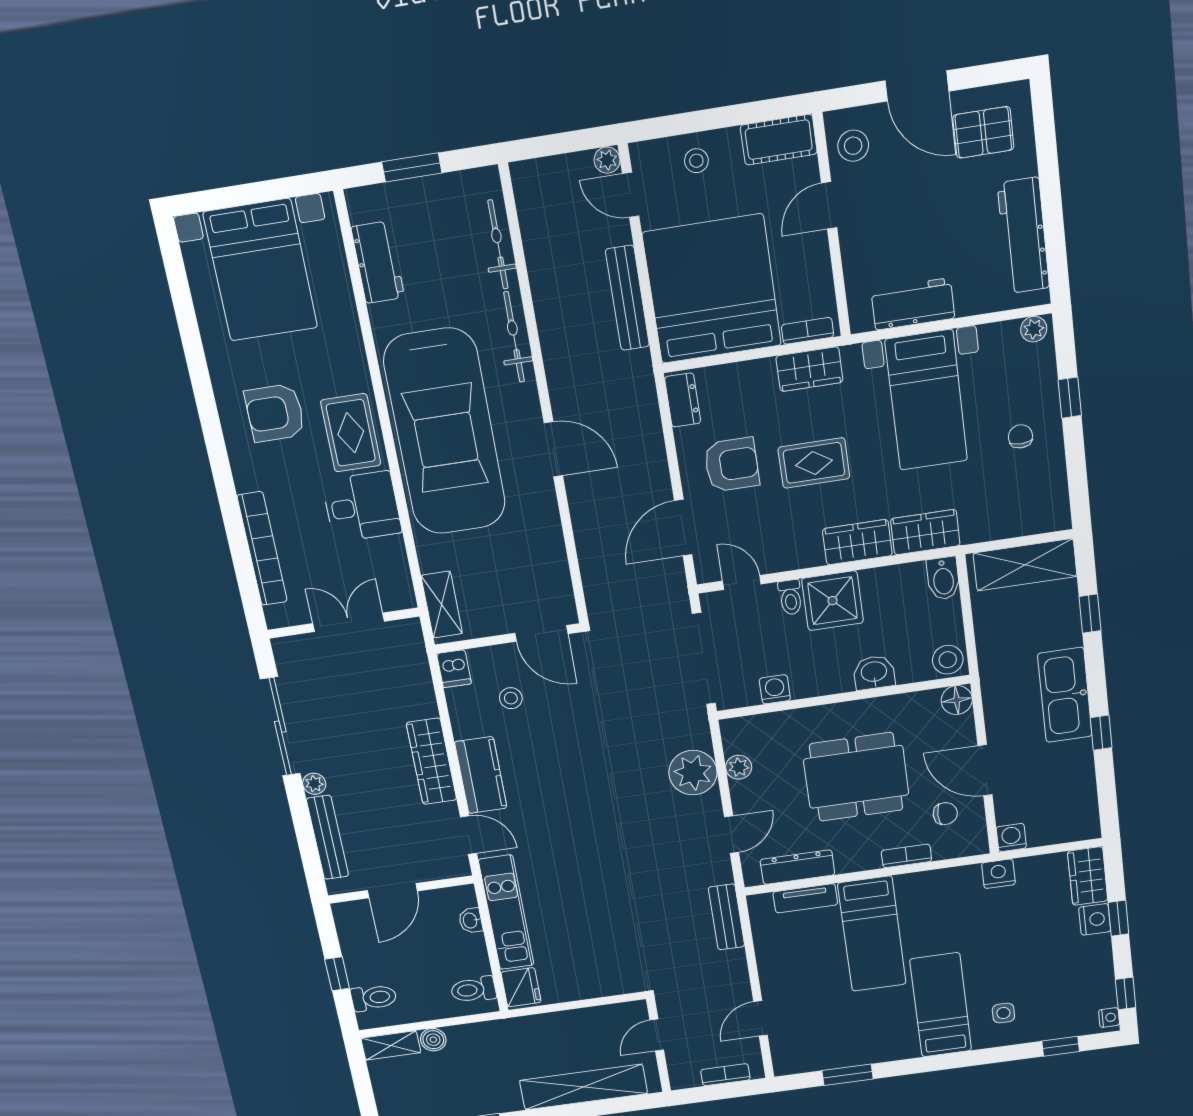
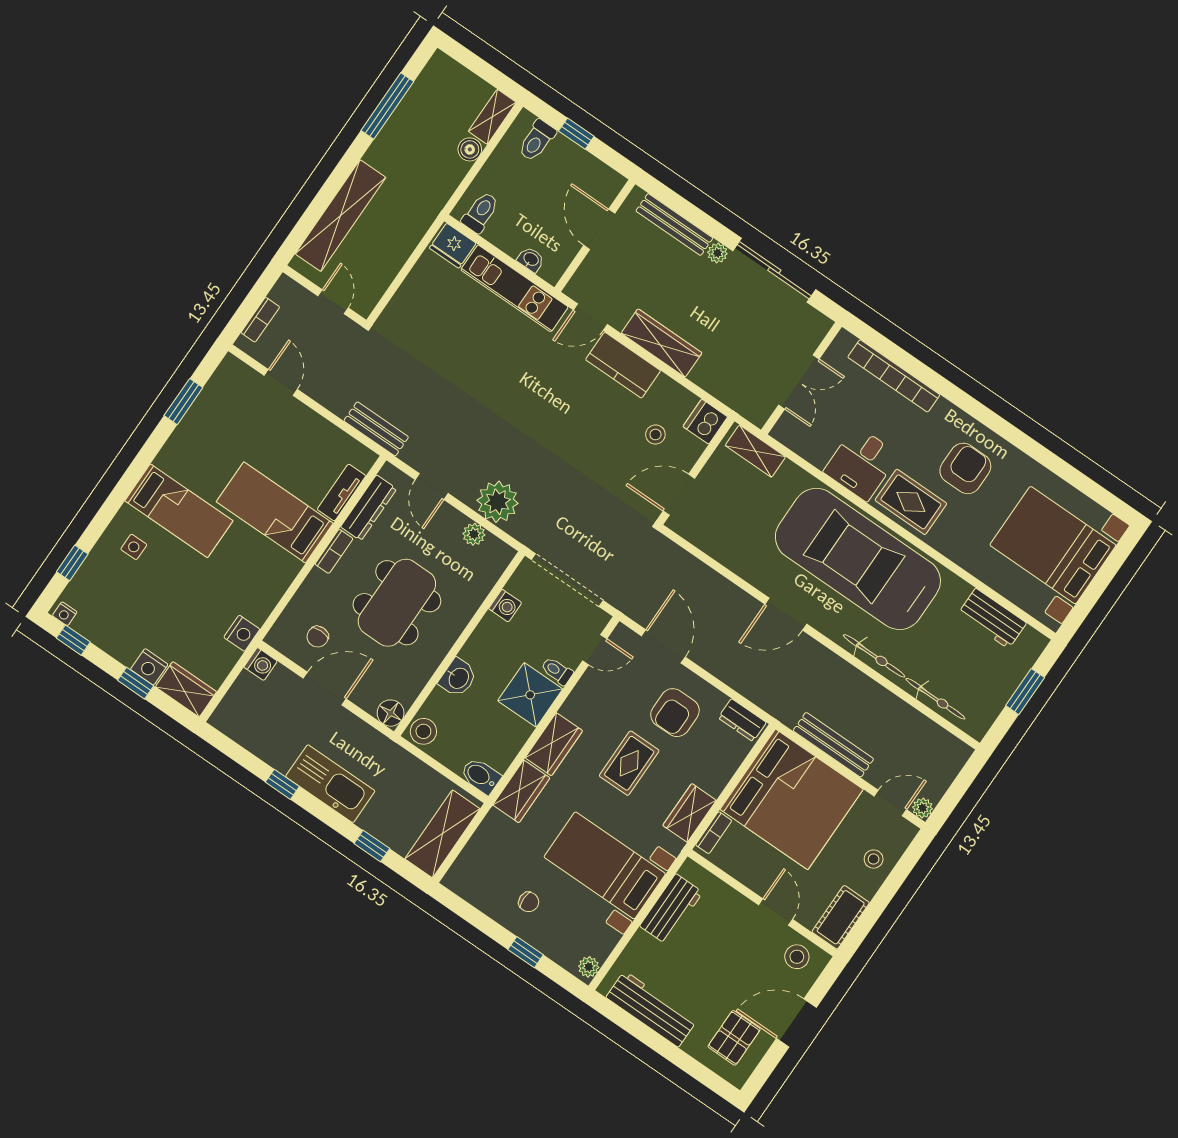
dishwasher: (454, 669) -> (705, 422), width x1.38
bookcase: (906, 856) -> (334, 551), moved

